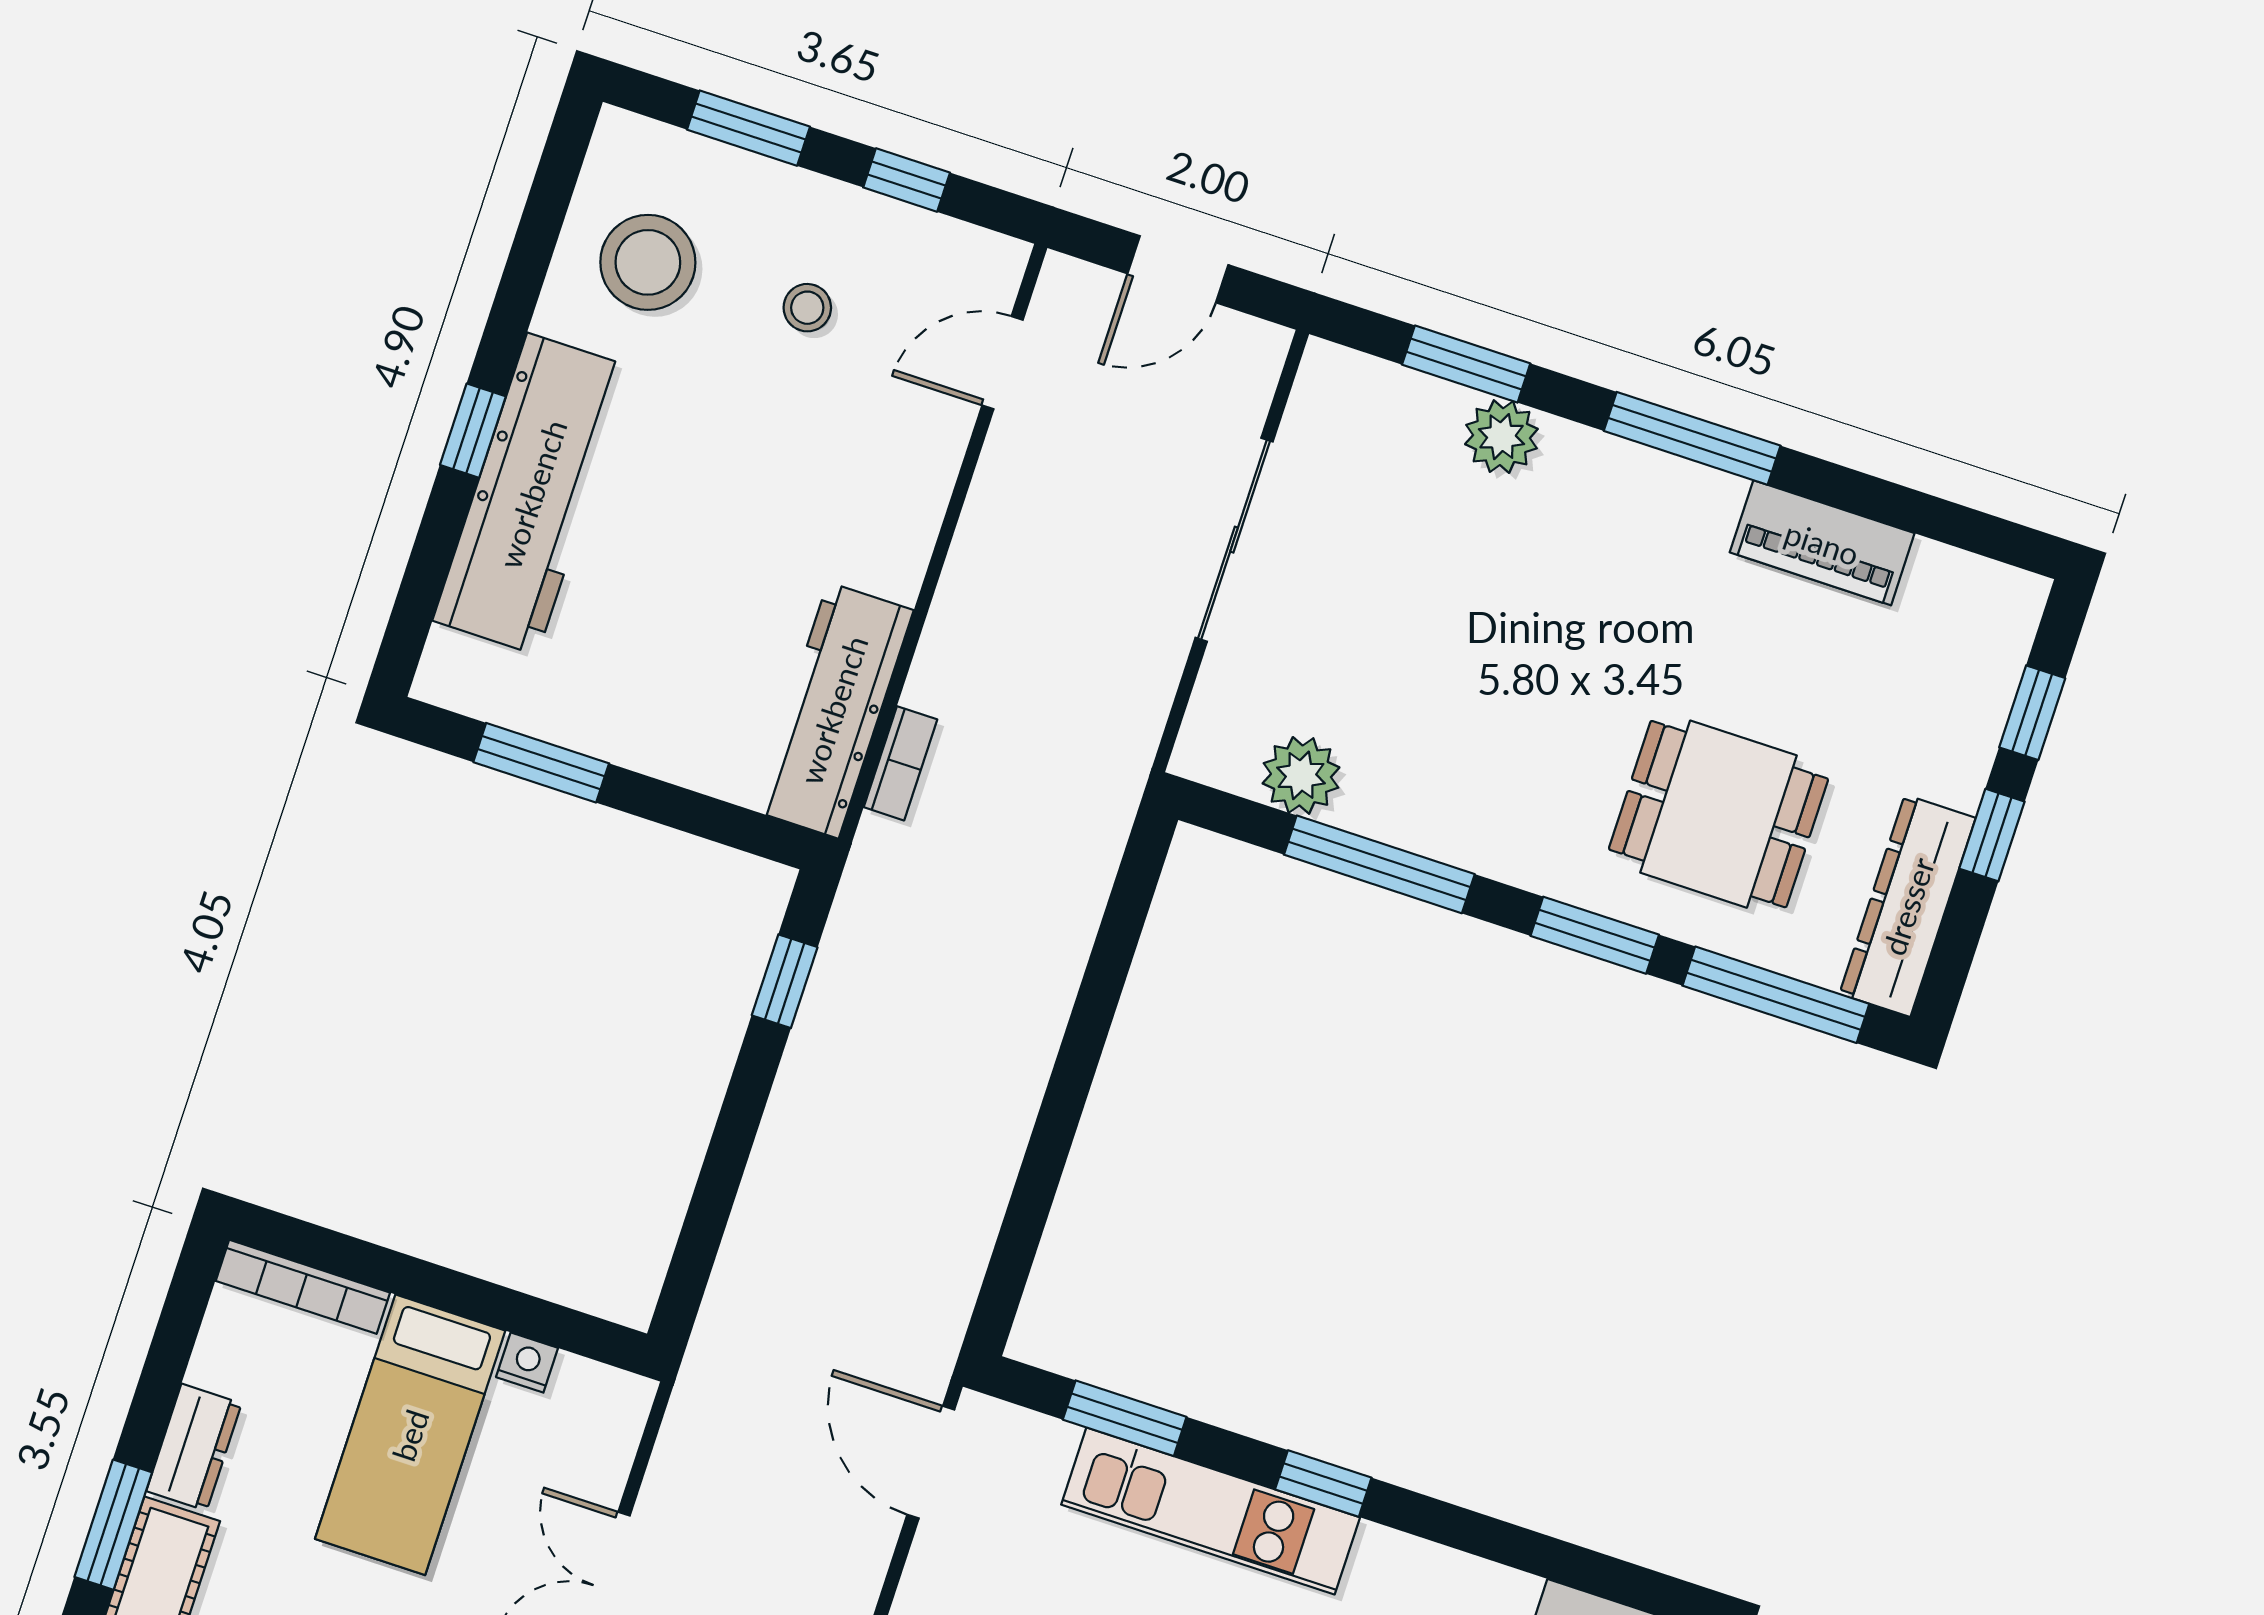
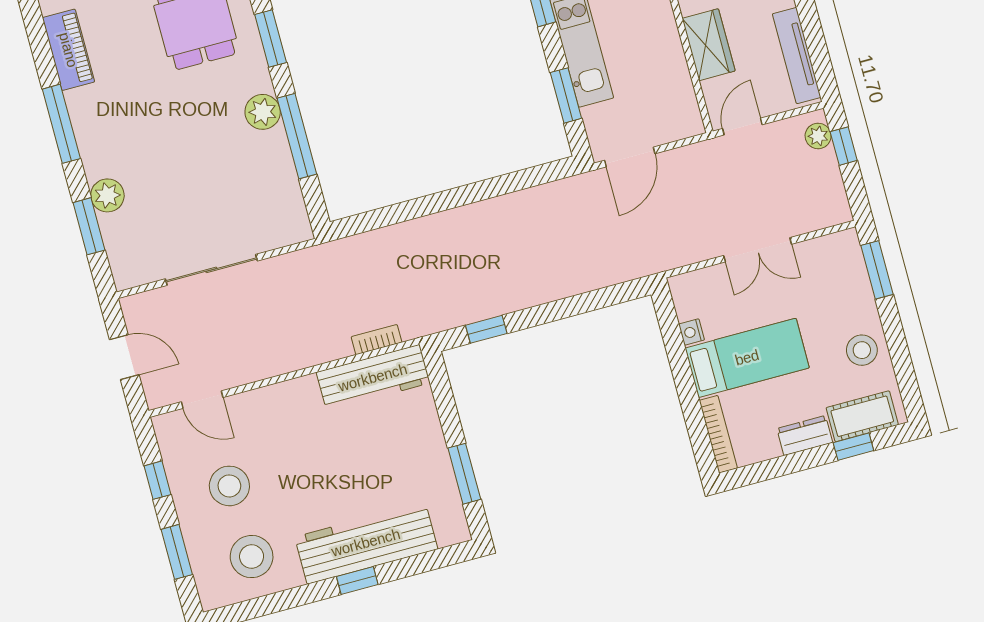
stool: (807, 308) -> (229, 486), width x1.89, depth x1.89
plant: (1301, 775) -> (263, 112), moved
window: (113, 1525) -> (853, 447), width x0.67

